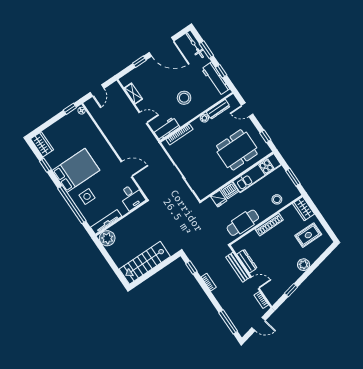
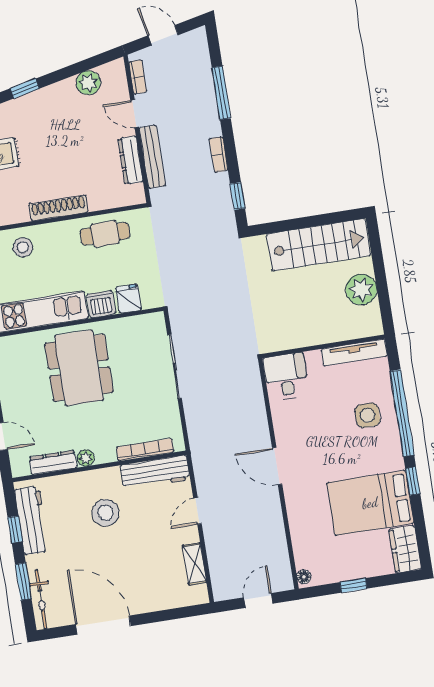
window: (139, 62) -> (156, 617), removed
window: (70, 109) -> (353, 585), moved
door: (143, 118) -> (197, 511), hinge flipped
workbench: (166, 129) -> (155, 472), width x1.38
dining table: (237, 150) -> (79, 368), moved, turned 90
window: (45, 165) -> (413, 481), moved
door: (127, 169) -> (277, 466), moved
bed: (76, 170) -> (370, 503), moved
cafe table: (243, 223) -> (105, 234), width x0.73, depth x0.74
plant: (107, 238) -> (361, 289), moved
plant: (304, 265) -> (88, 83), moved
window: (291, 290) -> (25, 88), moved
window: (228, 322) -> (221, 93), moved

